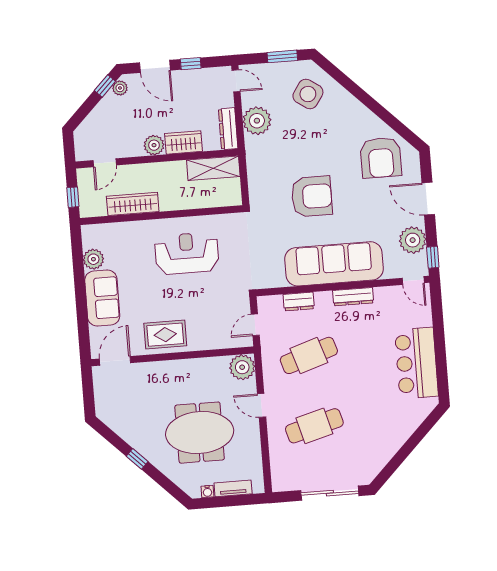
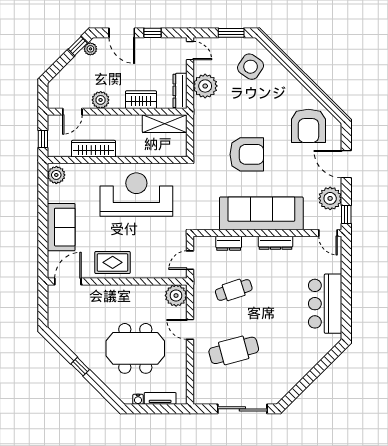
plant: (154, 145) -> (101, 100), moved
reception desk: (187, 253) -> (136, 195), width x1.36, depth x1.30
plant: (93, 259) -> (56, 175), moved
cafe table: (309, 355) -> (234, 290), width x0.73, depth x0.74

